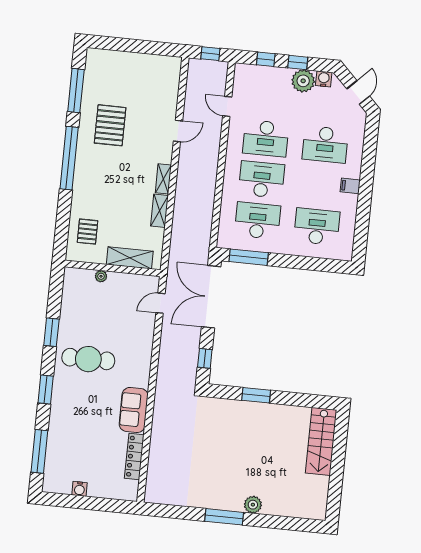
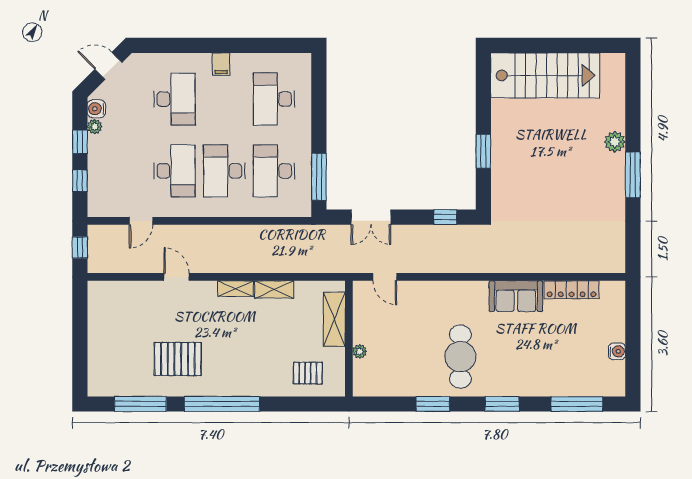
plant: (303, 81) -> (95, 127), width x0.53, depth x0.53
double door: (211, 297) -> (371, 217), width x0.54
stairs: (321, 441) -> (545, 75), width x1.36, depth x1.51

